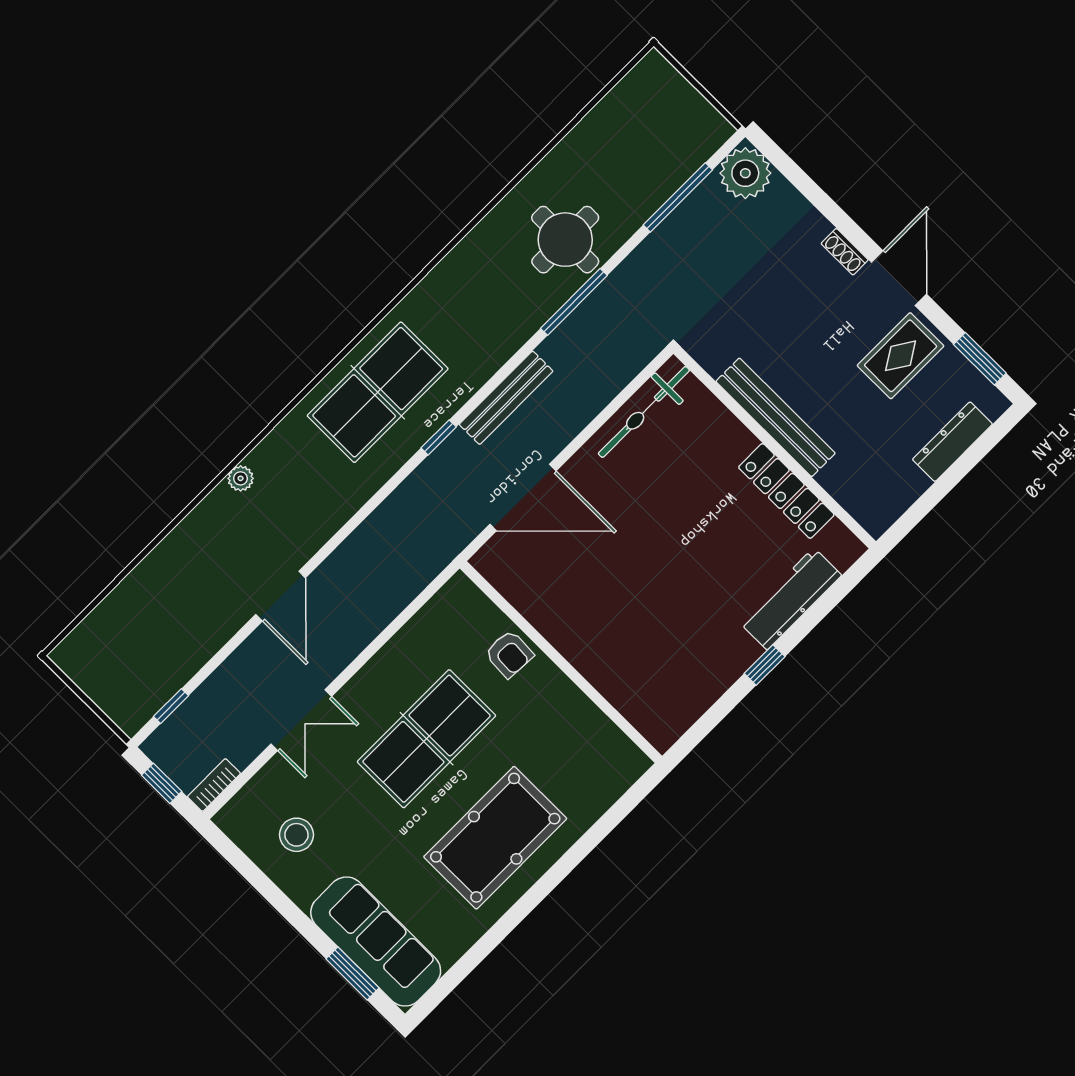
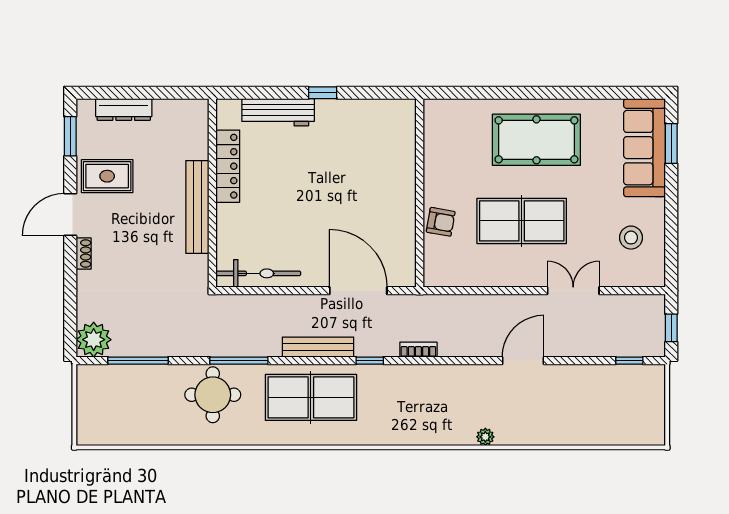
table tennis table: (378, 392) -> (311, 397), moved
armchair: (509, 654) -> (441, 222), turned 97
bookcase: (214, 785) -> (418, 350), moved, turned 180

